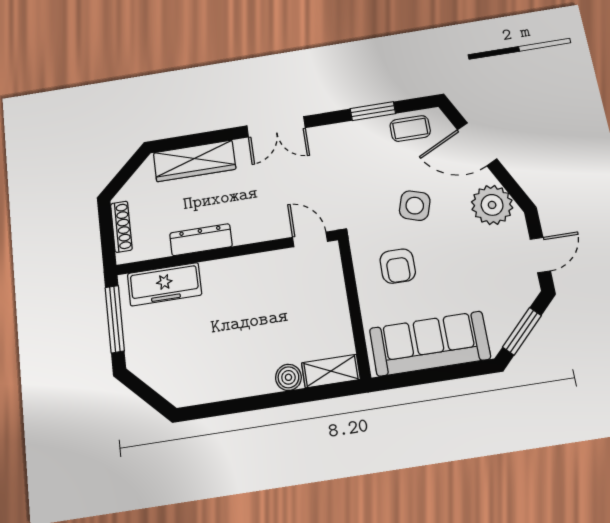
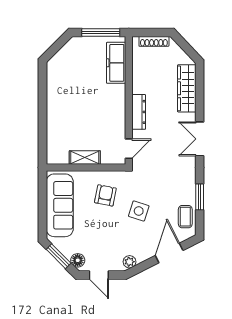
plant: (492, 205) -> (129, 262), width x0.53, depth x0.53
dresser: (201, 240) -> (139, 112), moved
armchair: (398, 266) -> (105, 195), turned 101
floor lamp: (522, 296) -> (78, 260), added
shelving: (331, 371) -> (85, 158), moved, turned 90
boiler: (288, 377) -> (53, 125), removed

